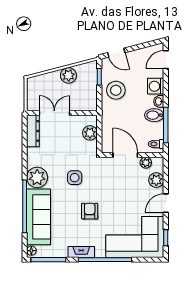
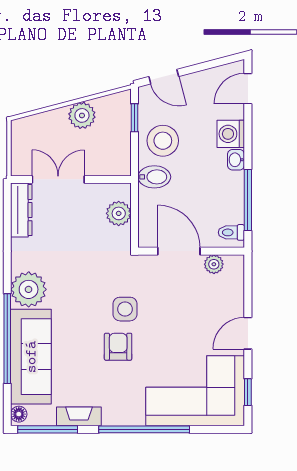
bidet: (154, 115) -> (154, 177), moved, turned 180
side table: (75, 178) -> (125, 309), moved
plant: (156, 180) -> (232, 294), removed
fireplace: (81, 252) -> (79, 416), moved

